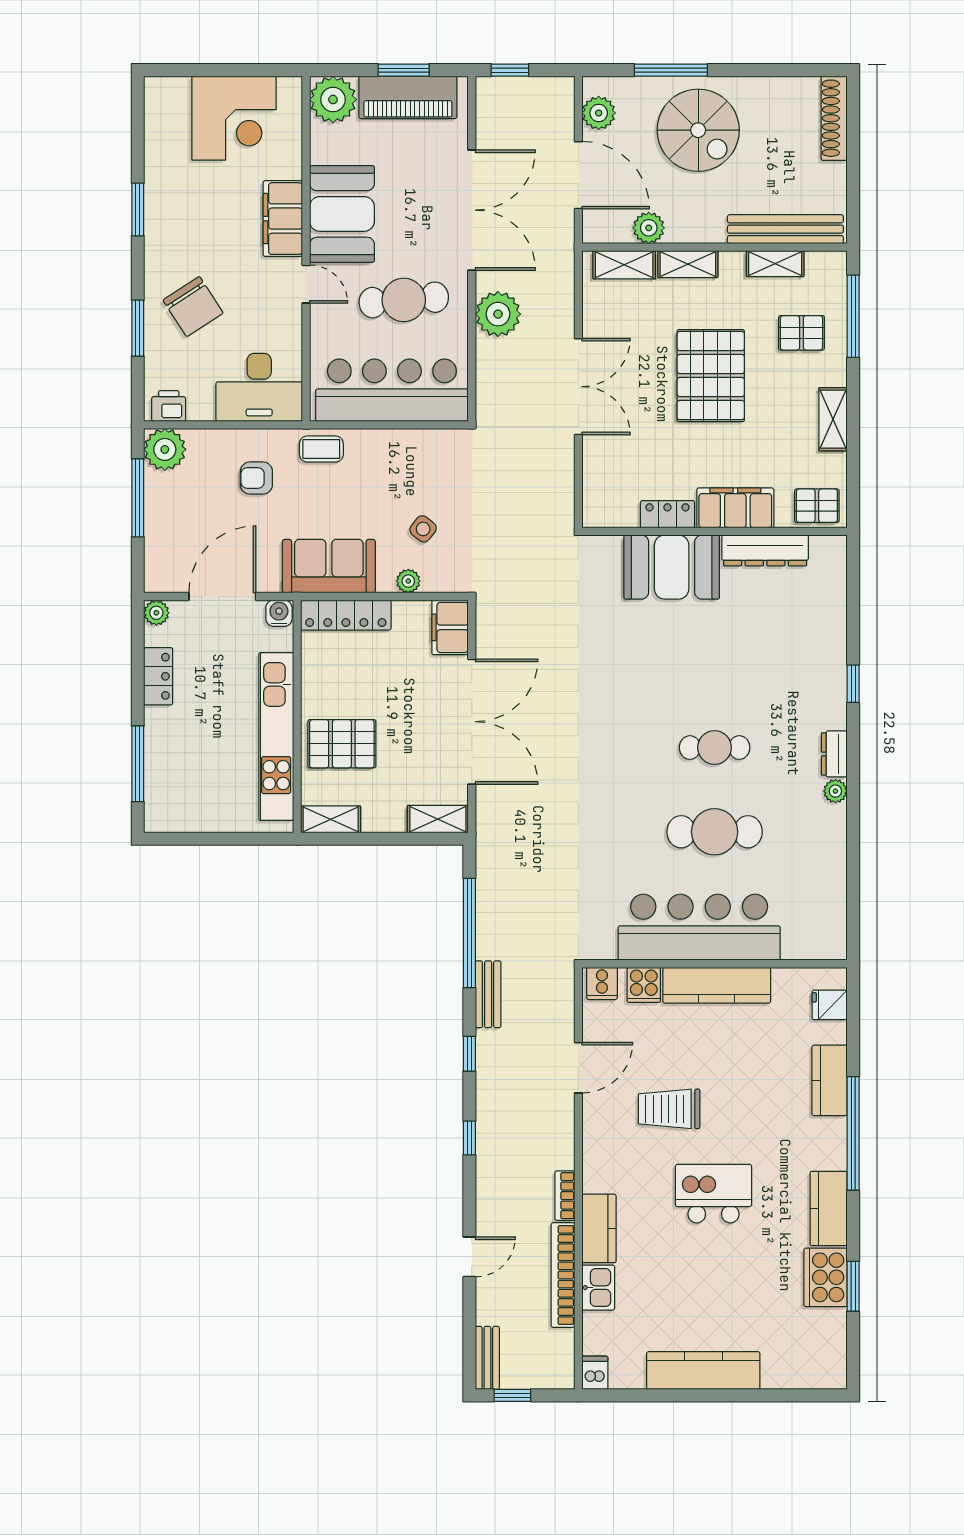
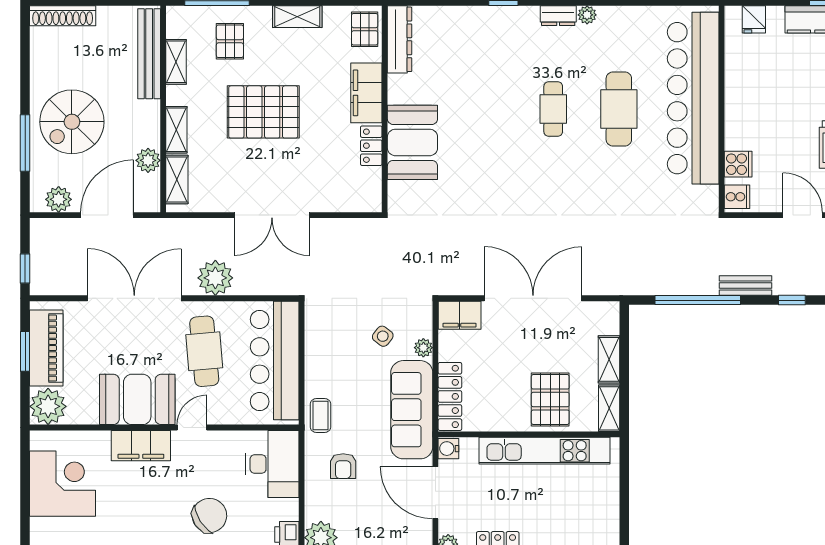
spiral stairs: (698, 130) -> (72, 122), turned 180
double door: (578, 387) -> (272, 215), swing flipped
dresser: (765, 550) -> (399, 39), moved
sofa: (329, 566) -> (412, 410), width x1.36
shelving: (438, 819) -> (609, 359), moved
bar counter: (699, 927) -> (693, 98), width x1.36
kitchen counter: (717, 985) -> (738, 107), removed

